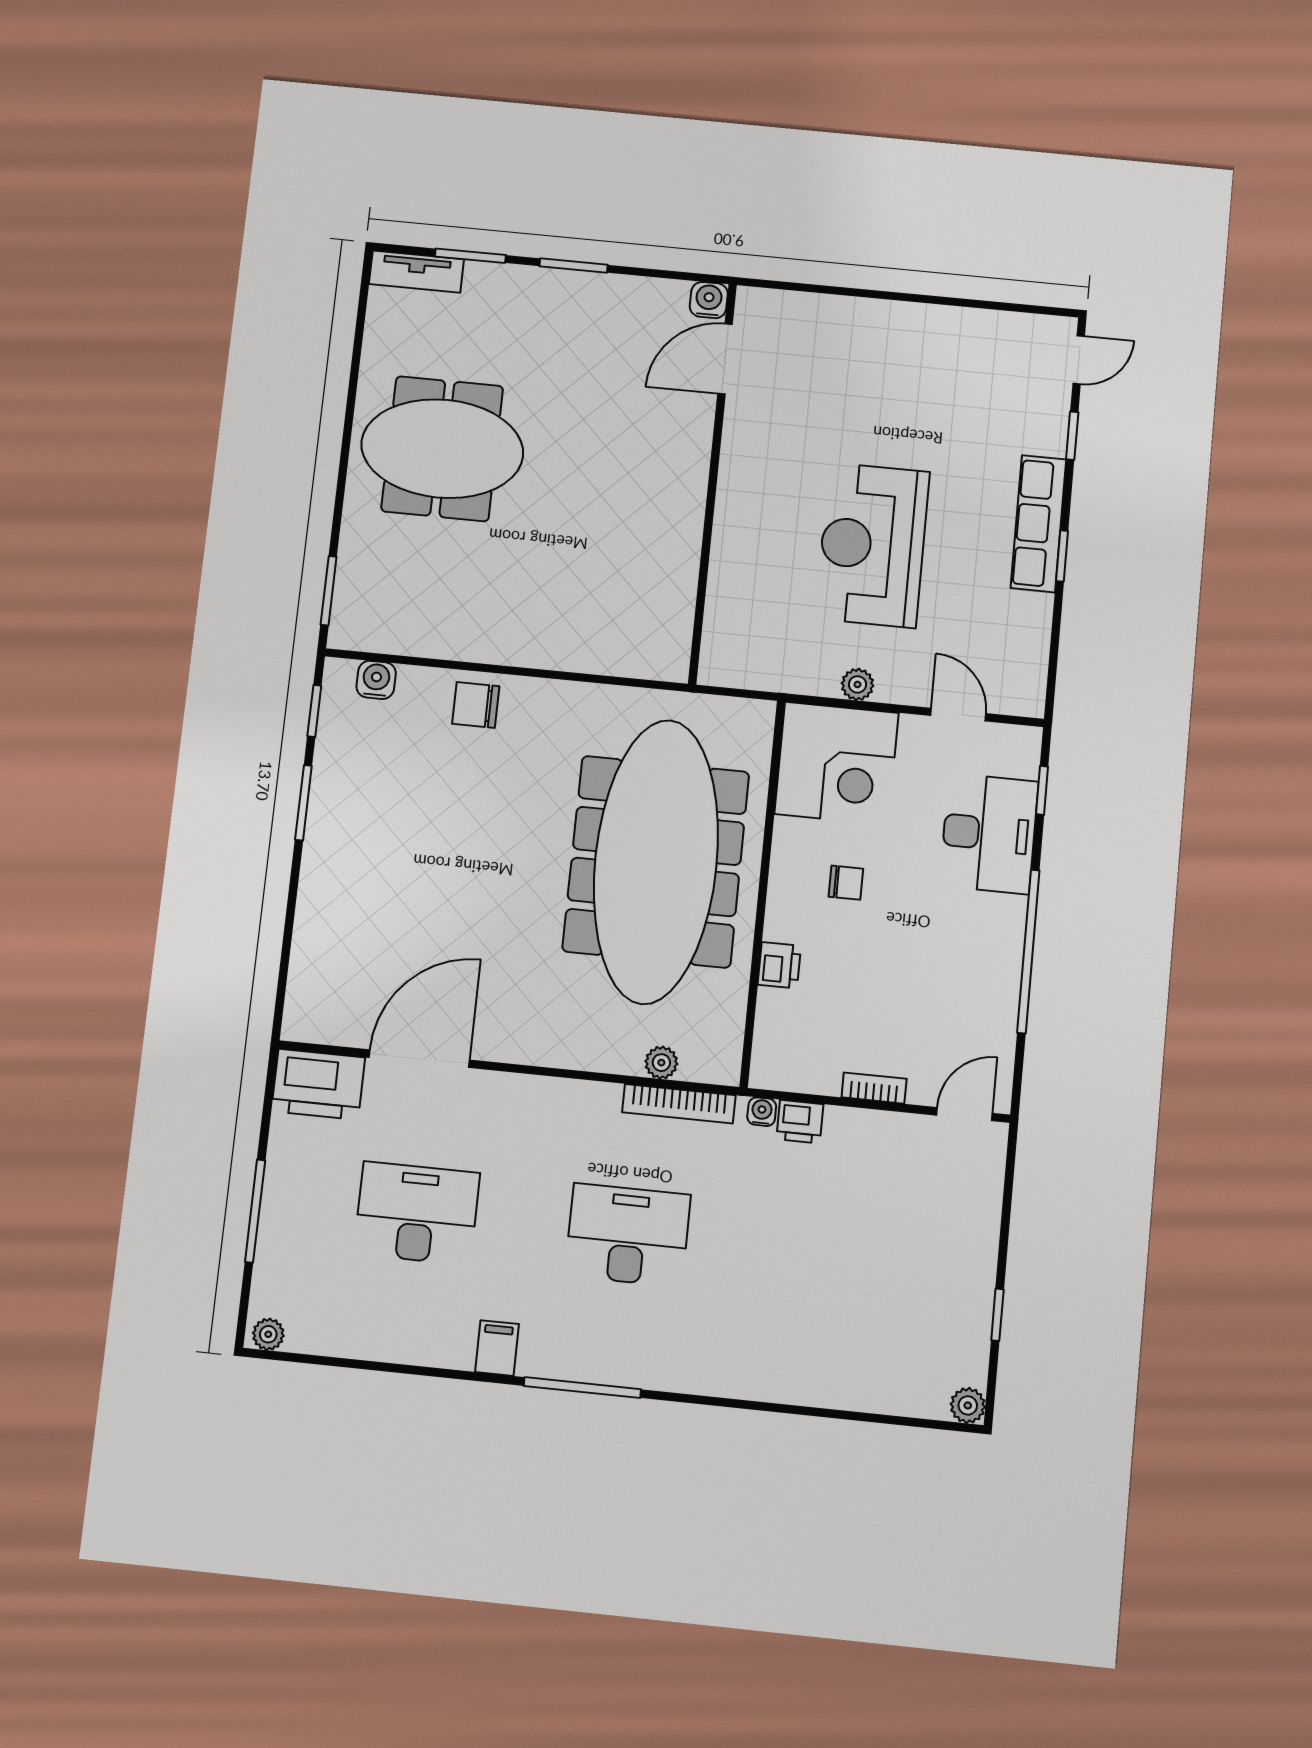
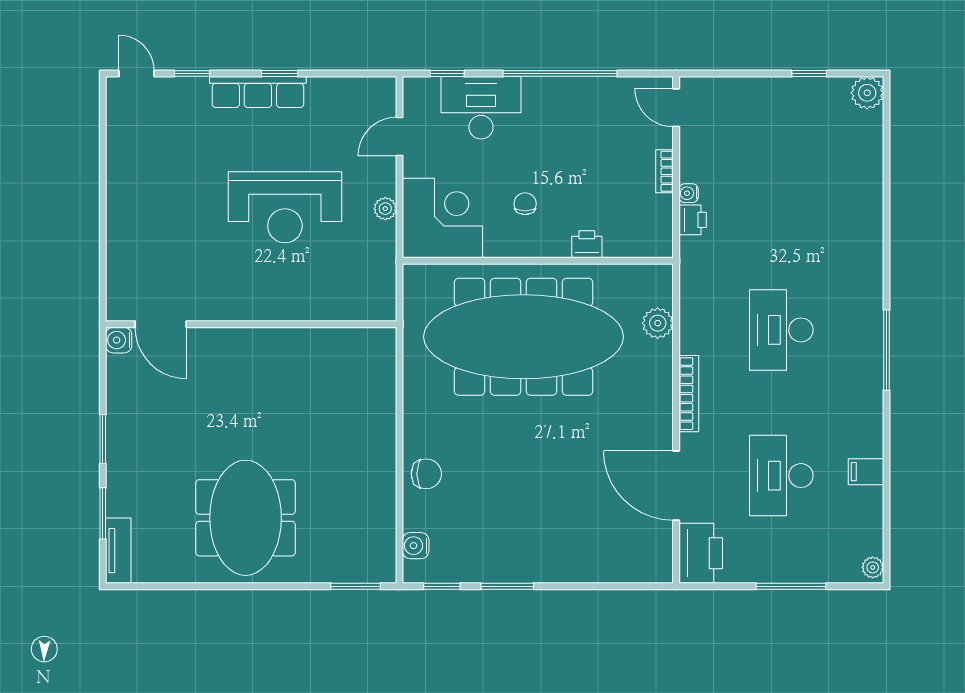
chair: (476, 705) -> (426, 474), turned -90
plant: (661, 1063) -> (658, 323), width x1.38, depth x1.38
bookcase: (679, 1104) -> (689, 394), moved
water cooler: (762, 1112) -> (689, 193), moved
filing cabinet: (497, 1348) -> (866, 472), moved
plant: (968, 1405) -> (867, 93), width x1.38, depth x1.38

